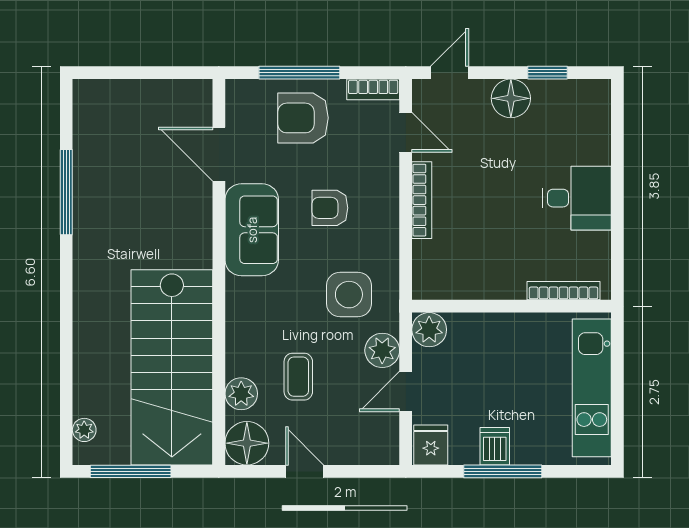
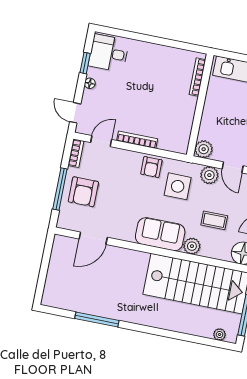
floor lamp: (511, 98) -> (90, 83), width x0.53, depth x0.53
desk: (577, 198) -> (109, 53), moved, turned -90
armchair: (330, 208) -> (151, 167), moved
sofa: (252, 230) -> (160, 234), moved
plant: (241, 394) -> (192, 246), moved

